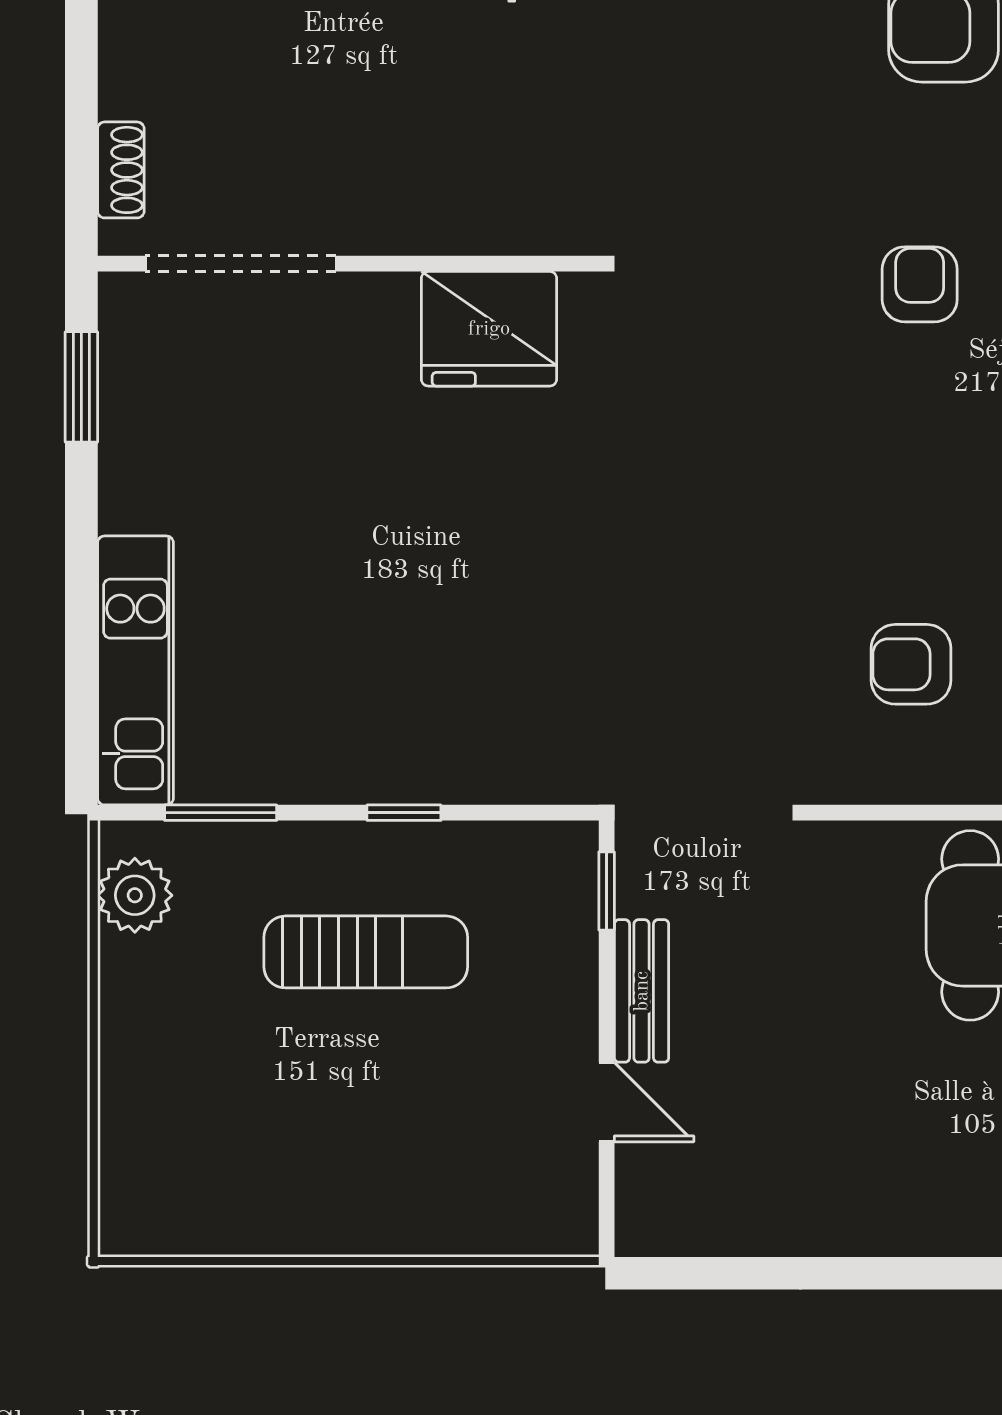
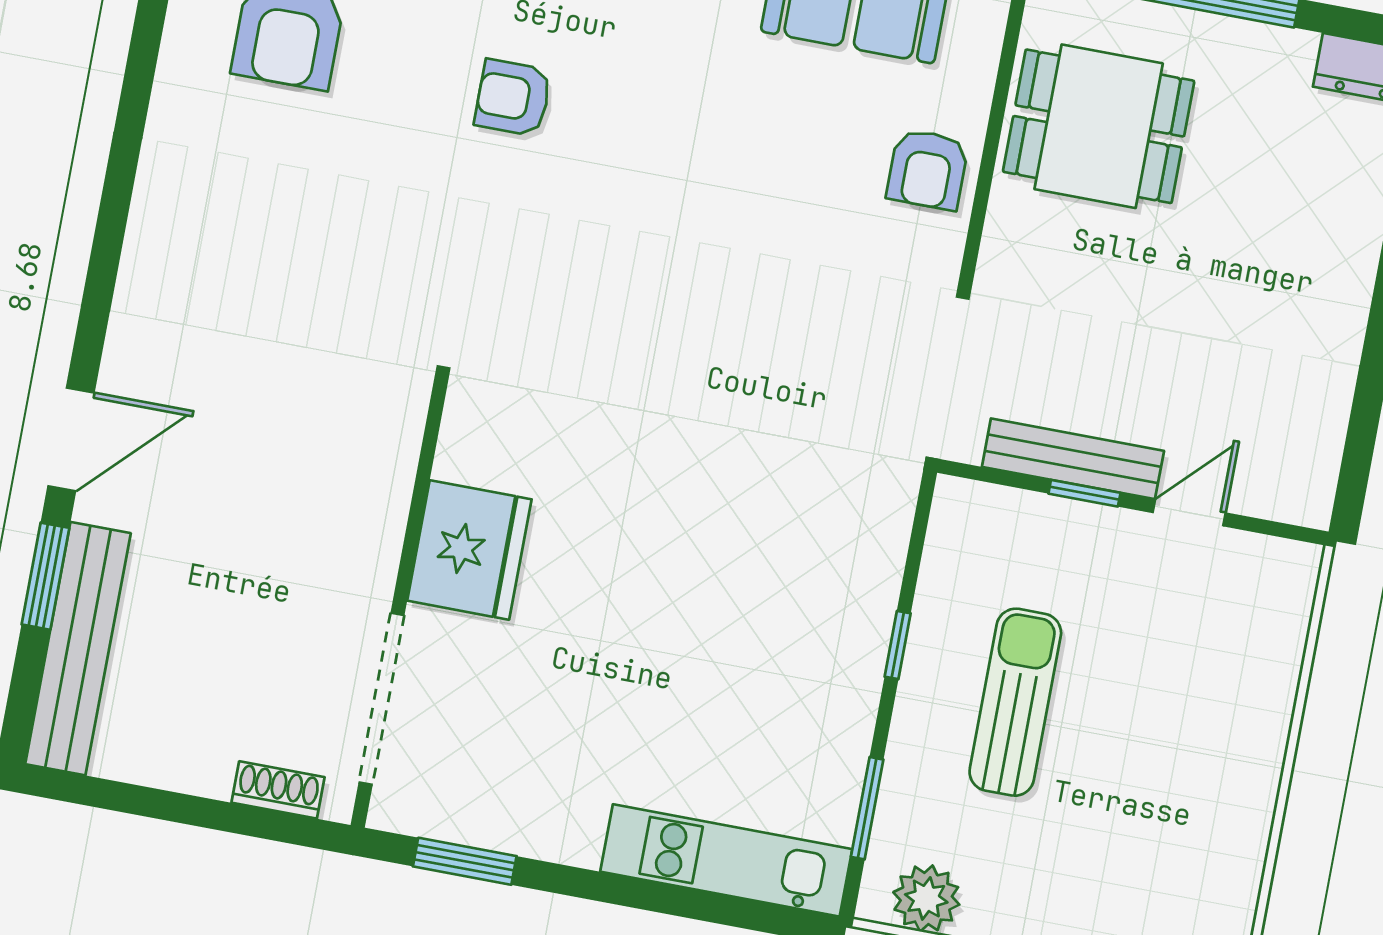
fridge: (489, 329) -> (469, 550), moved
armchair: (911, 664) -> (928, 169), moved
window: (607, 891) -> (1084, 493), moved
bench: (642, 991) -> (1073, 459), width x1.36

